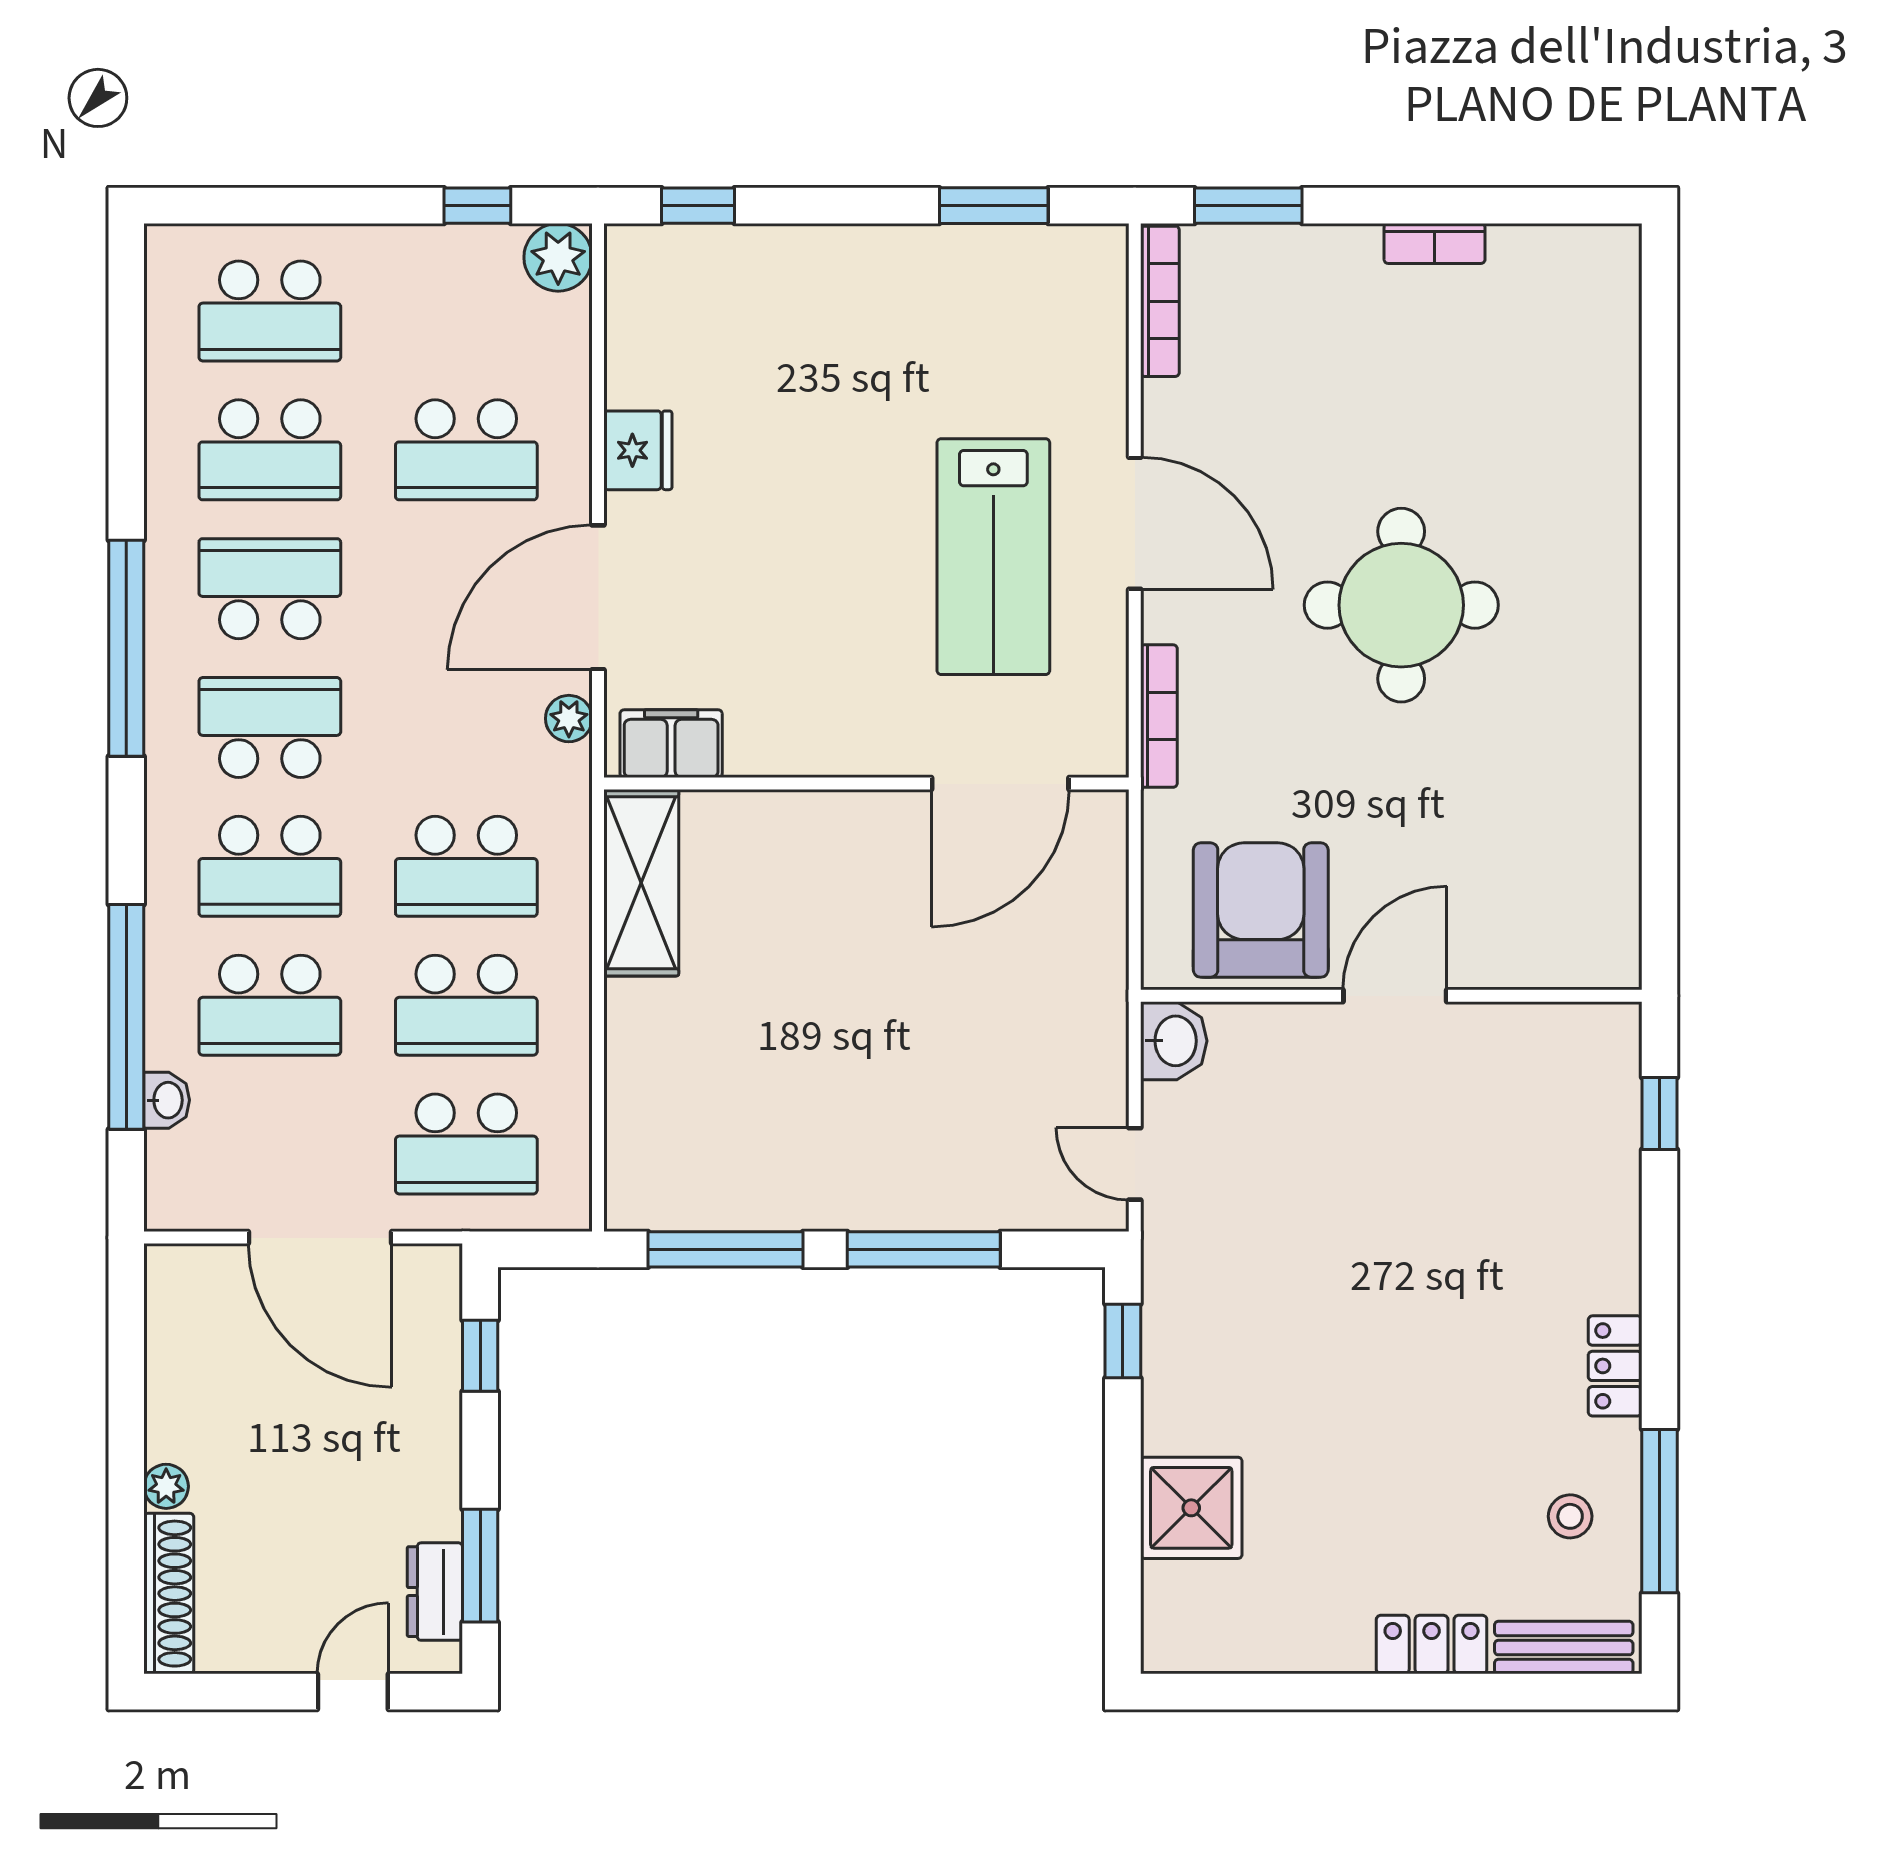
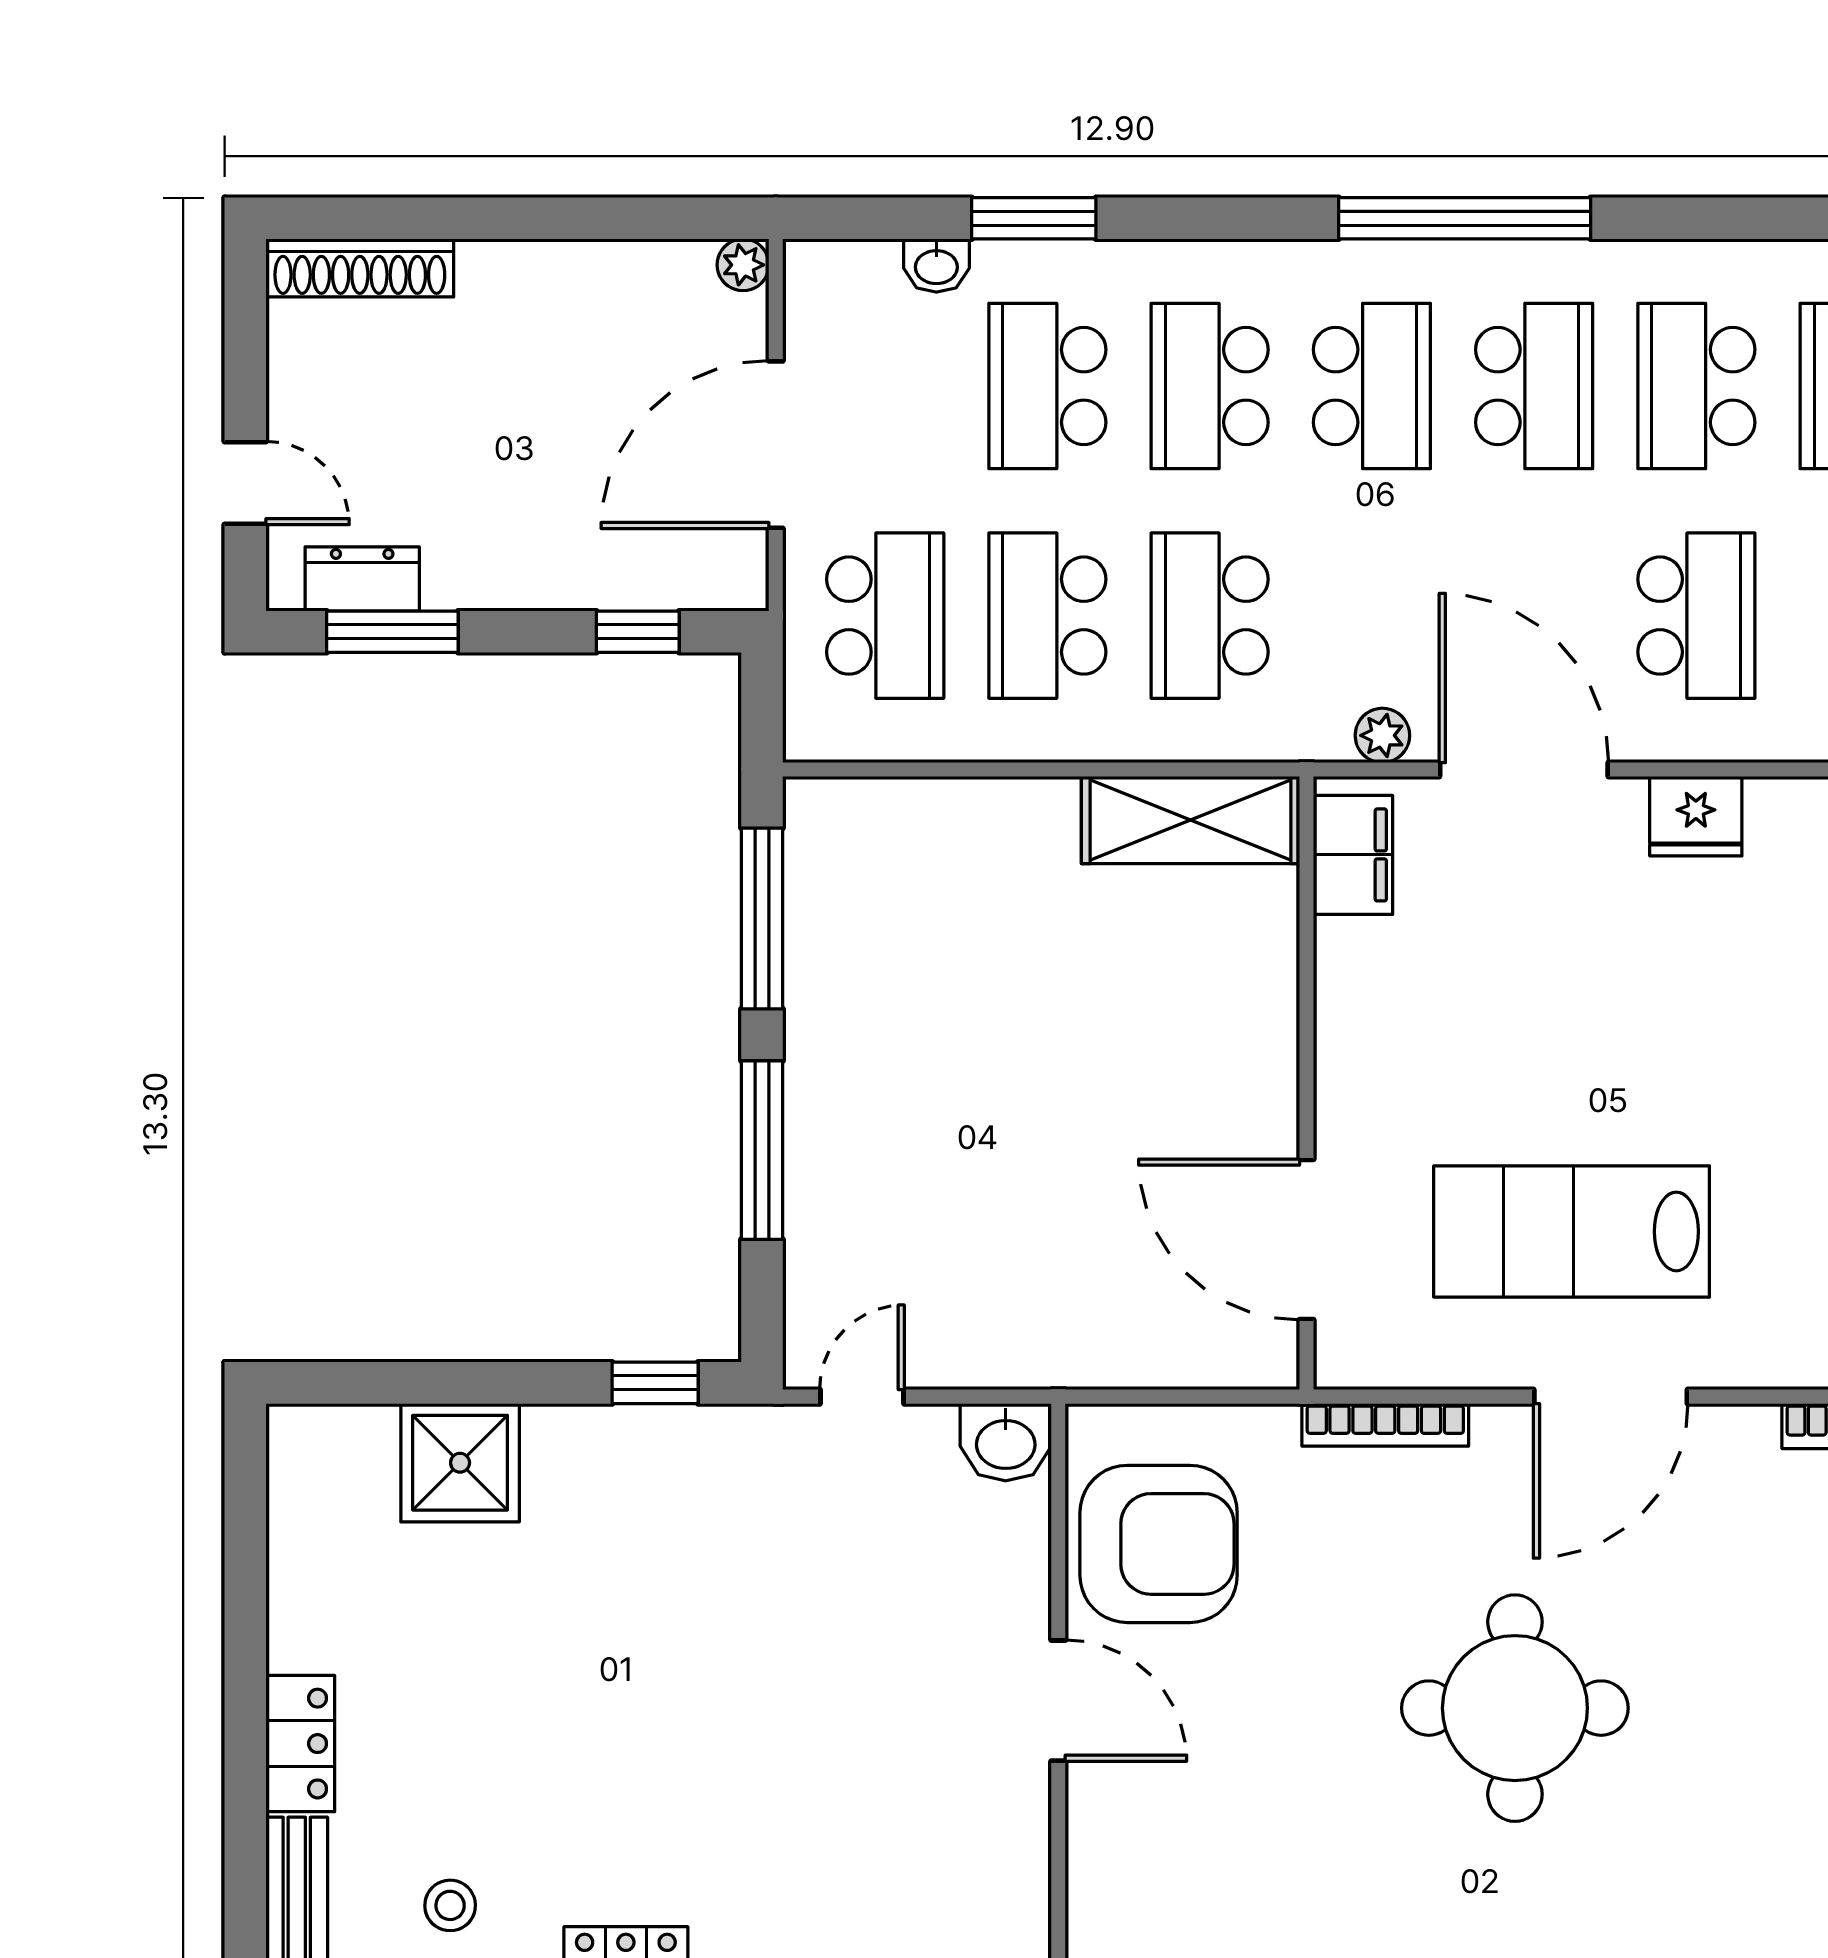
school desk: (466, 450) -> (1696, 616), turned 180
window: (126, 1017) -> (1034, 218), width x0.47
school desk: (466, 1144) -> (885, 616), turned 180
plant: (166, 1486) -> (743, 265), moved

